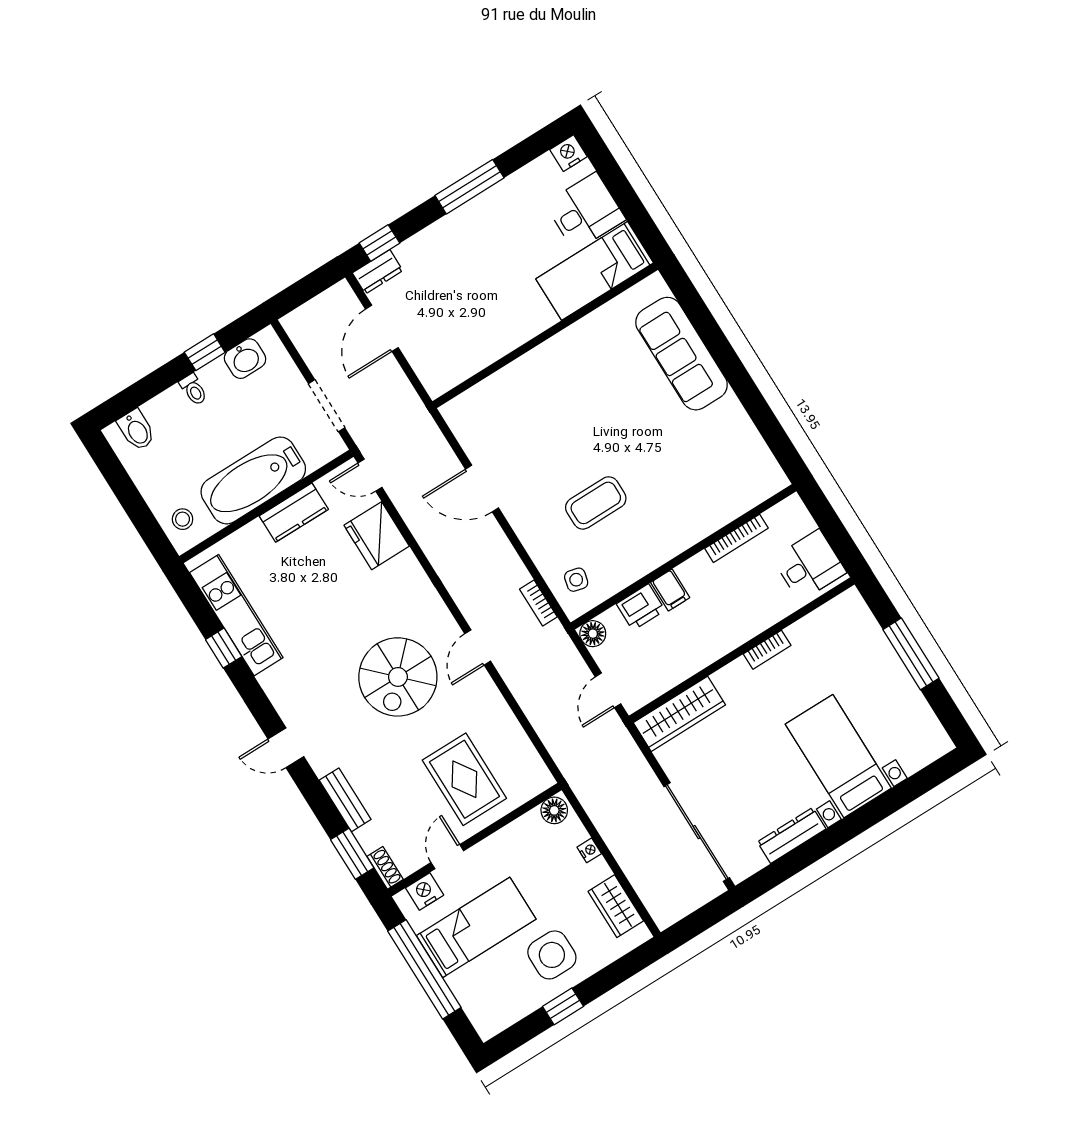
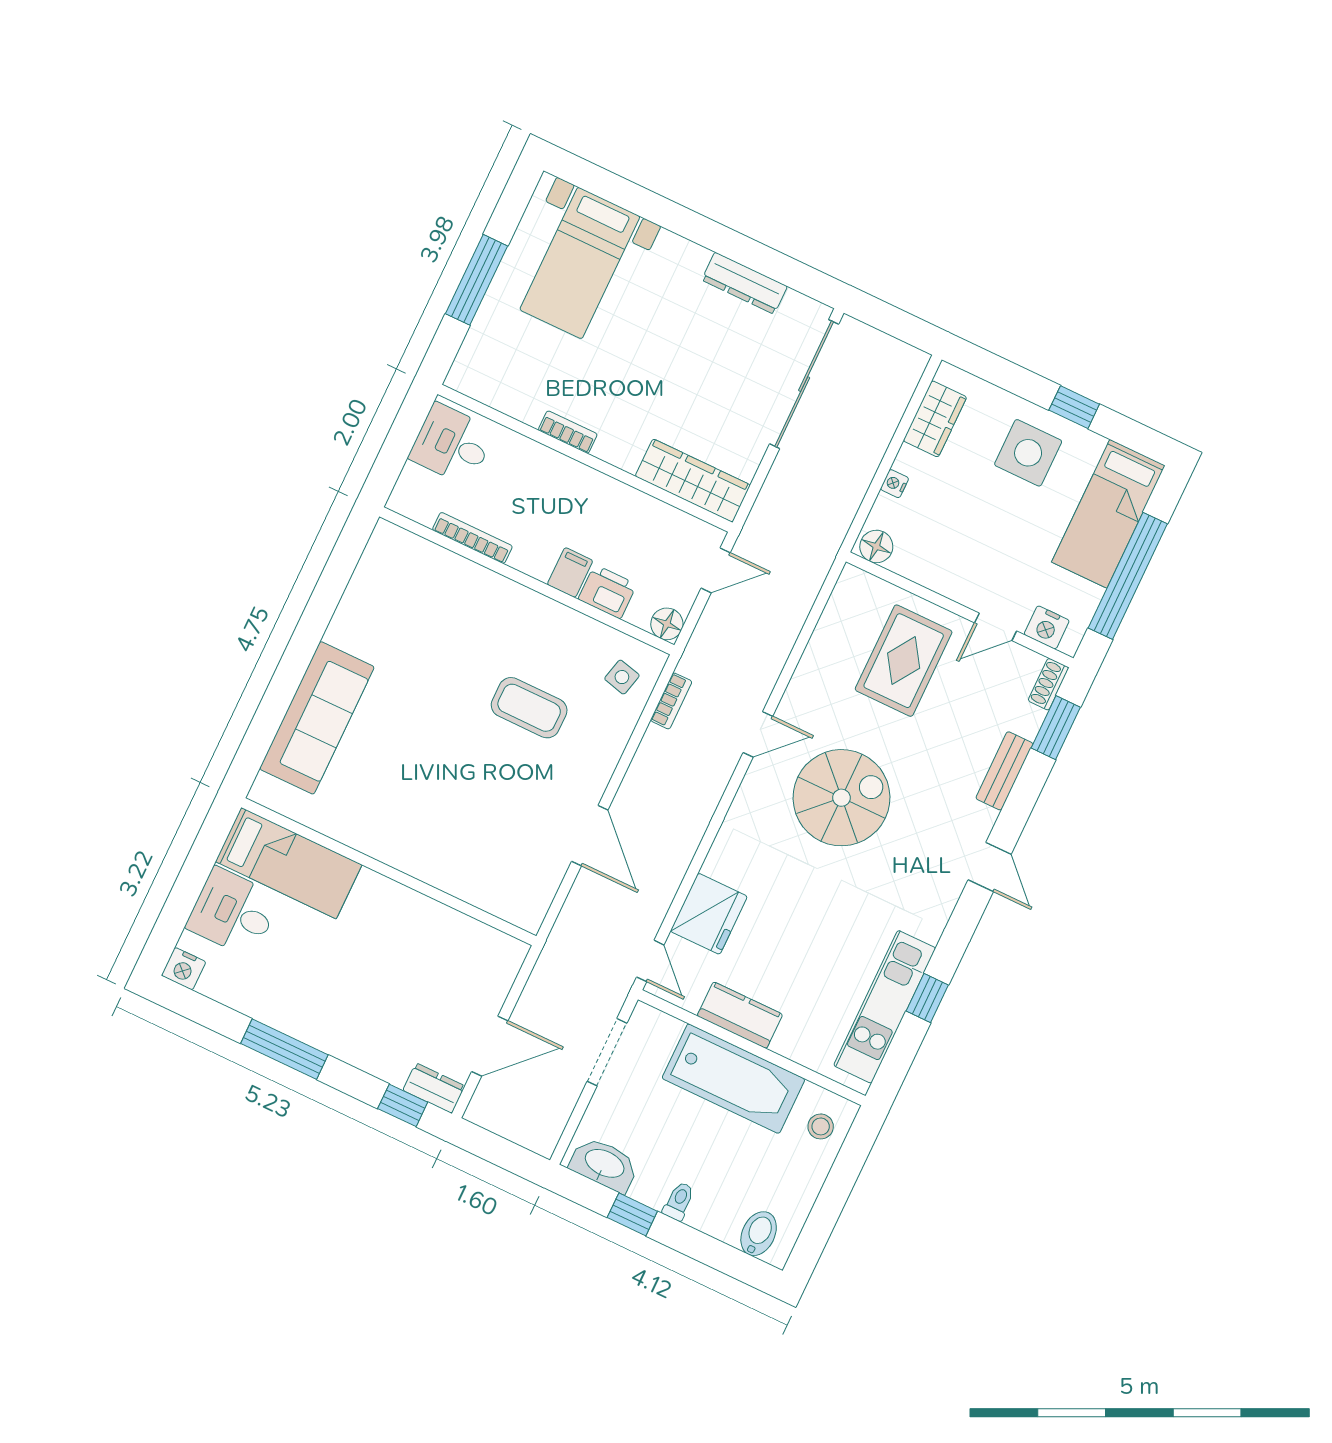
washbasin: (245, 359) -> (604, 1164), width x1.38
bed with nightstands: (838, 756) -> (580, 263), moved
bed: (476, 927) -> (1108, 514), moved, turned -90

